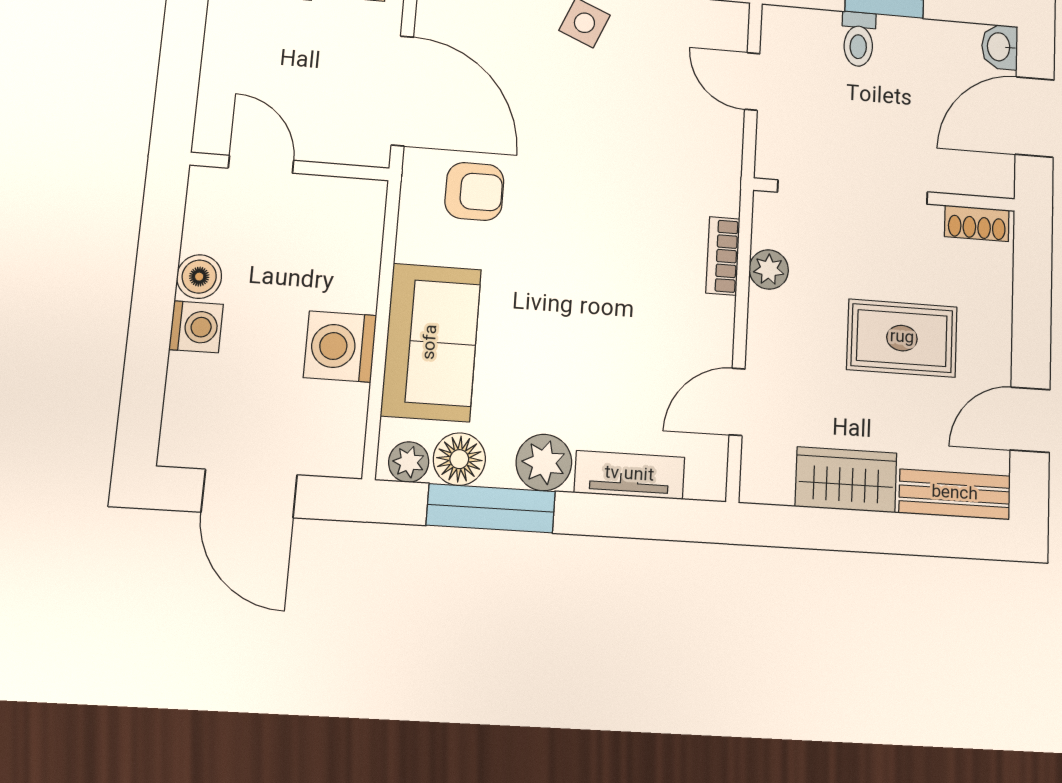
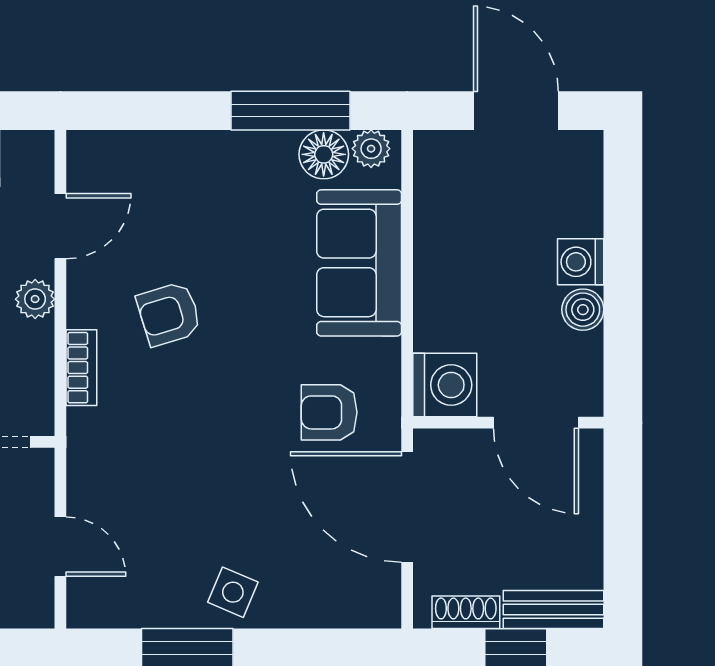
door: (261, 164) -> (536, 423), width x1.38
plant: (769, 270) -> (35, 299), moved
armchair: (631, 304) -> (169, 314), added
washing machine: (340, 346) -> (445, 385), moved
plant: (544, 462) -> (244, 156), removed
tv unit: (629, 475) -> (161, 150), removed

